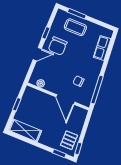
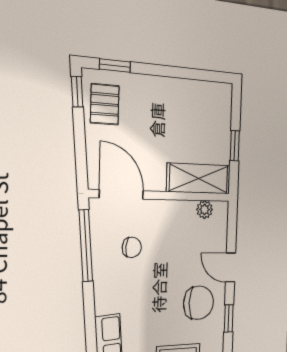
chair: (58, 46) -> (198, 303), turned 90
door: (37, 54) -> (230, 267), hinge flipped
door: (65, 100) -> (121, 194), moved
shelving: (25, 130) -> (199, 179), moved

